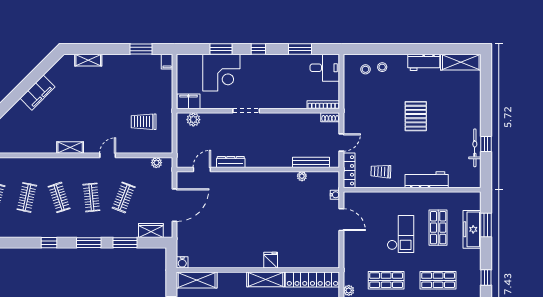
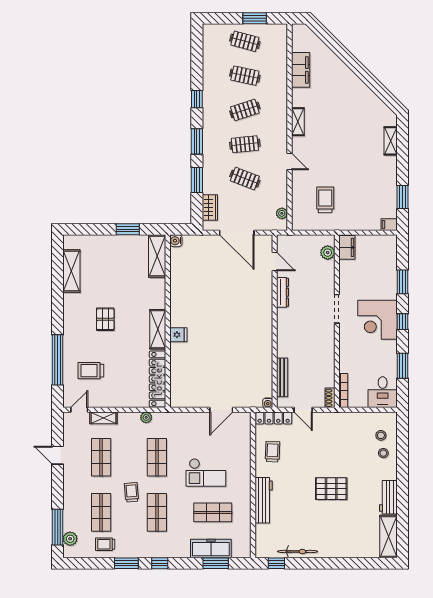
corner desk: (221, 73) -> (377, 320), moved
filing cabinet: (37, 93) -> (301, 70), moved, turned -135
window: (486, 144) -> (276, 563), moved
plant: (302, 176) -> (267, 368), removed
water cooler: (335, 195) -> (268, 403), moved

